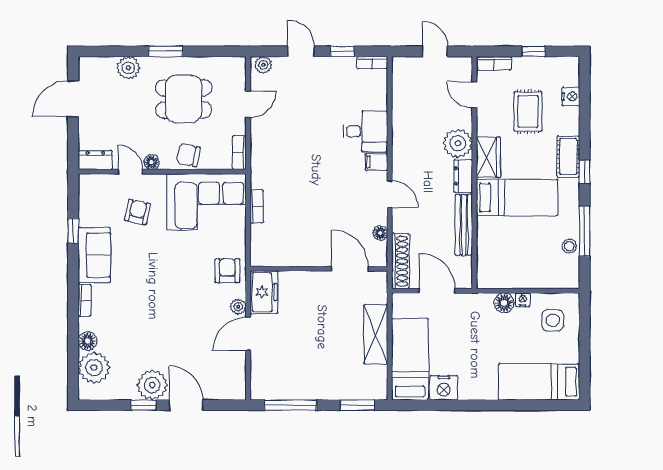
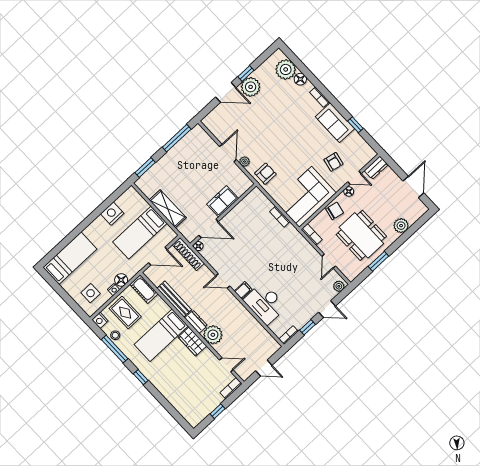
window: (166, 51) -> (378, 261), moved
nightstand: (571, 96) -> (100, 320), moved
dining table: (184, 99) -> (361, 235), width x1.38
rug: (528, 111) -> (125, 313), moved
desk: (365, 131) -> (265, 303), width x1.37
cot: (568, 157) -> (144, 289), moved
floor lamp: (380, 233) -> (198, 246), moved
armchair: (227, 271) -> (265, 174), turned -90
freezer: (264, 292) -> (223, 201), moved, turned 90
bed: (410, 359) -> (140, 233), moved, turned 90

